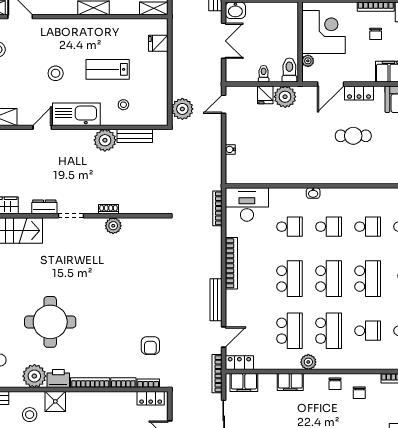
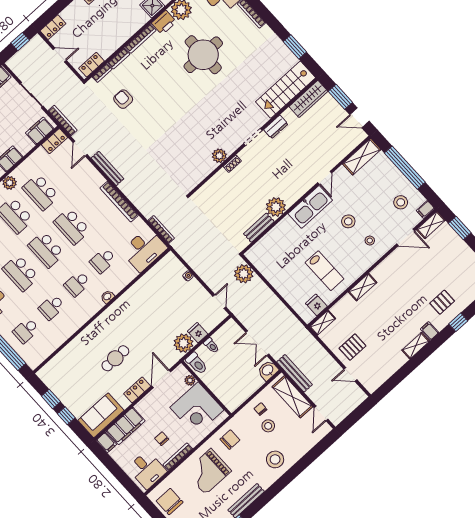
fridge: (158, 43) -> (316, 305), moved, turned -90
lab bench: (108, 69) -> (325, 271), moved, turned 90
stool: (123, 105) -> (370, 241), moved

